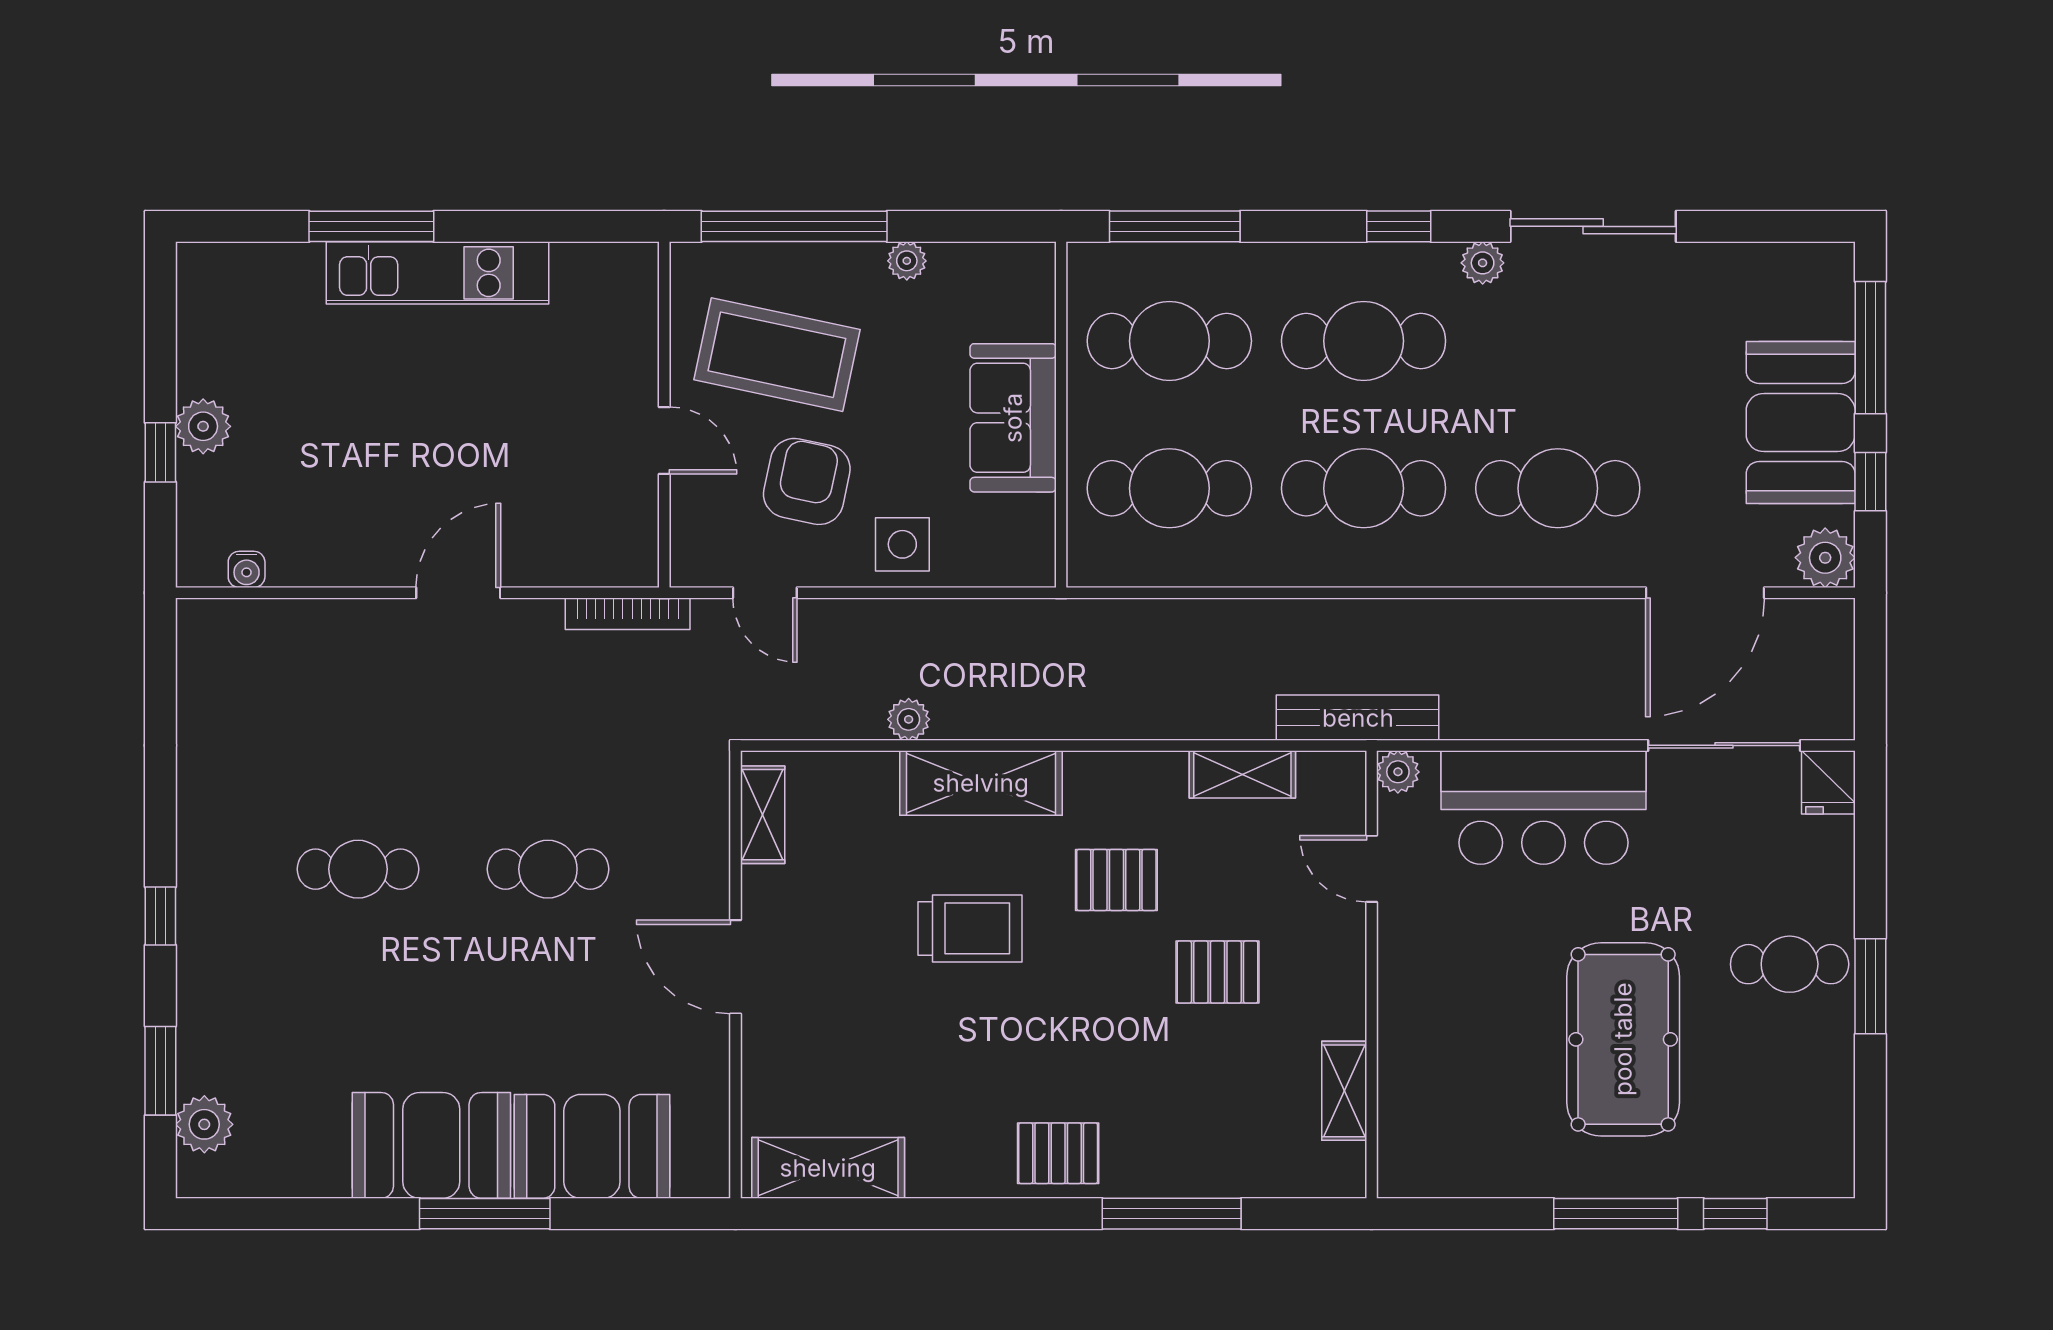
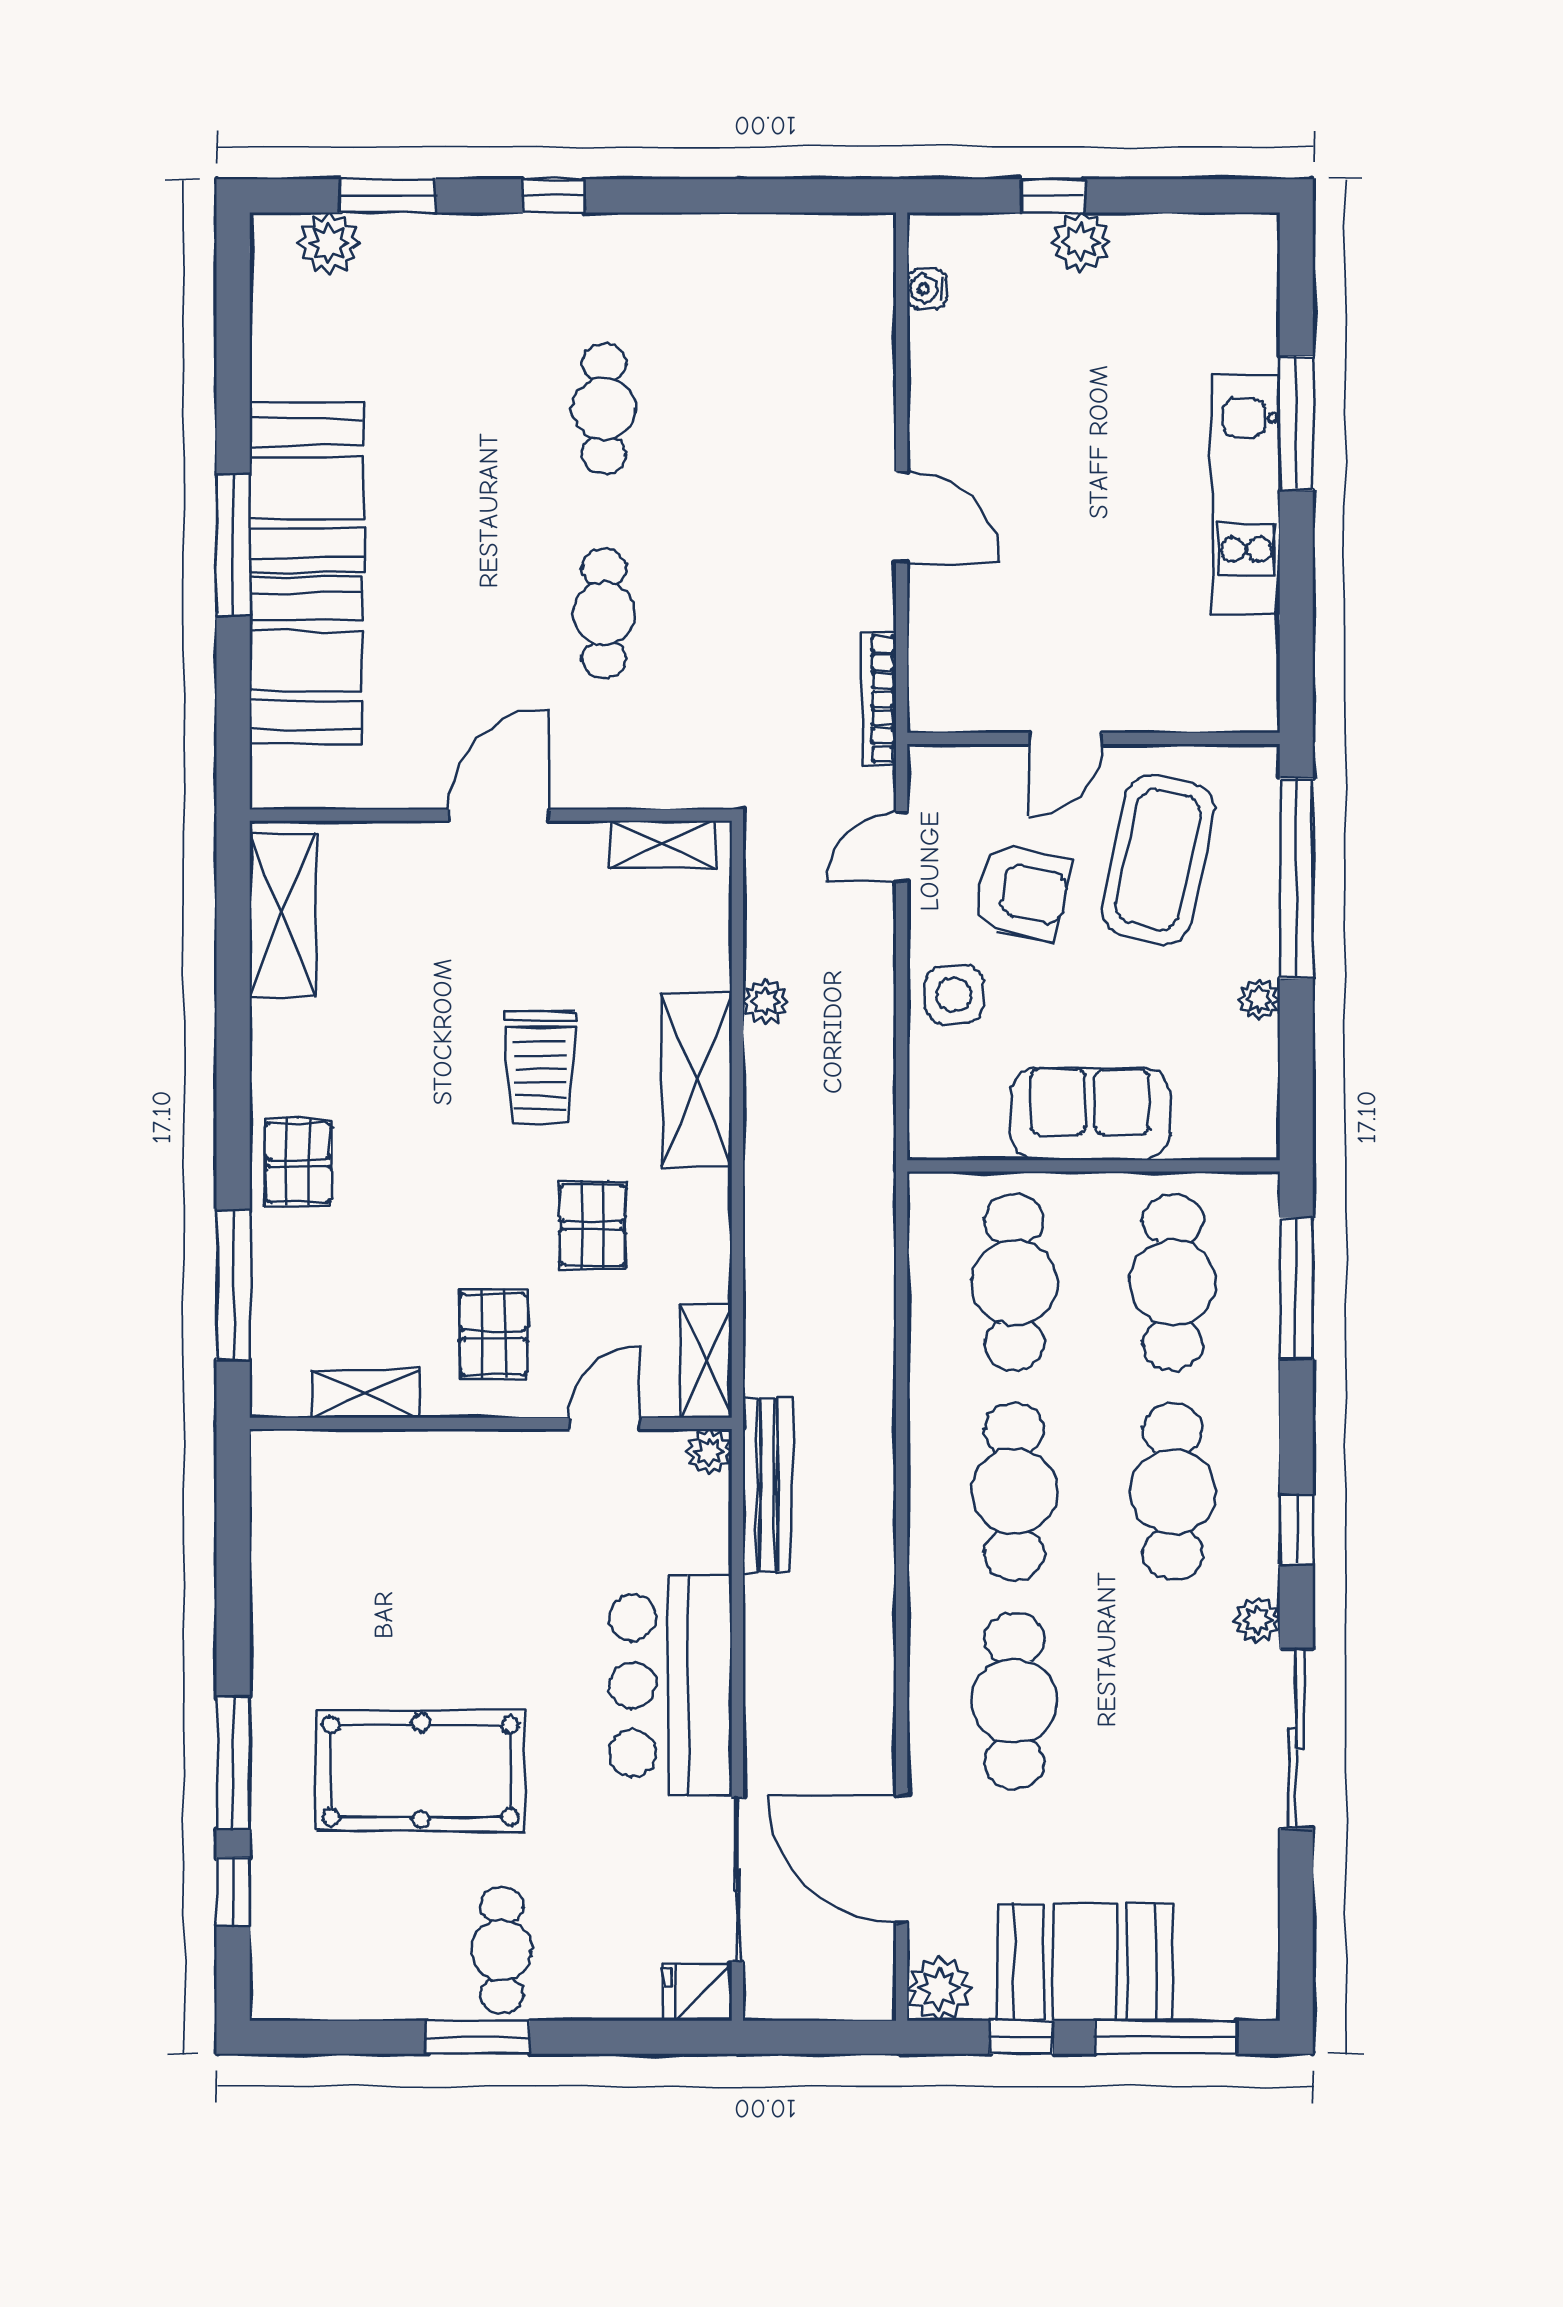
plant: (1398, 772) -> (709, 1452), moved
door: (1372, 869) -> (605, 1423), moved
wall: (1372, 974) -> (491, 1423), moved
shelving: (1344, 1091) -> (365, 1394), moved

